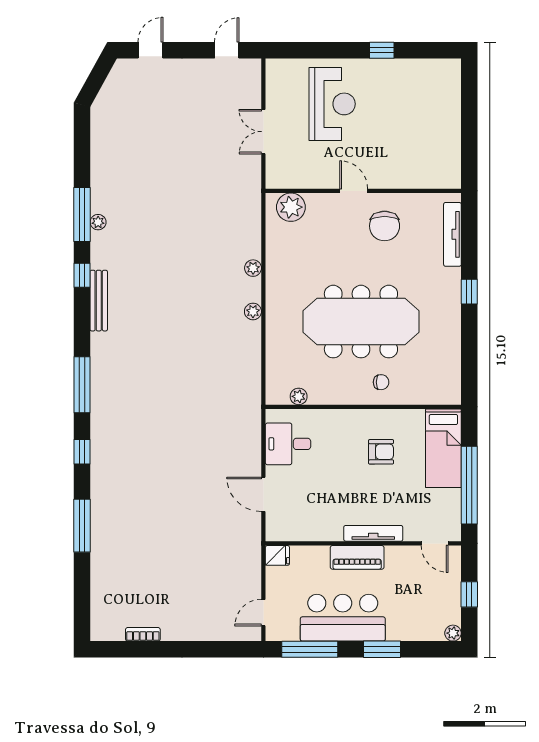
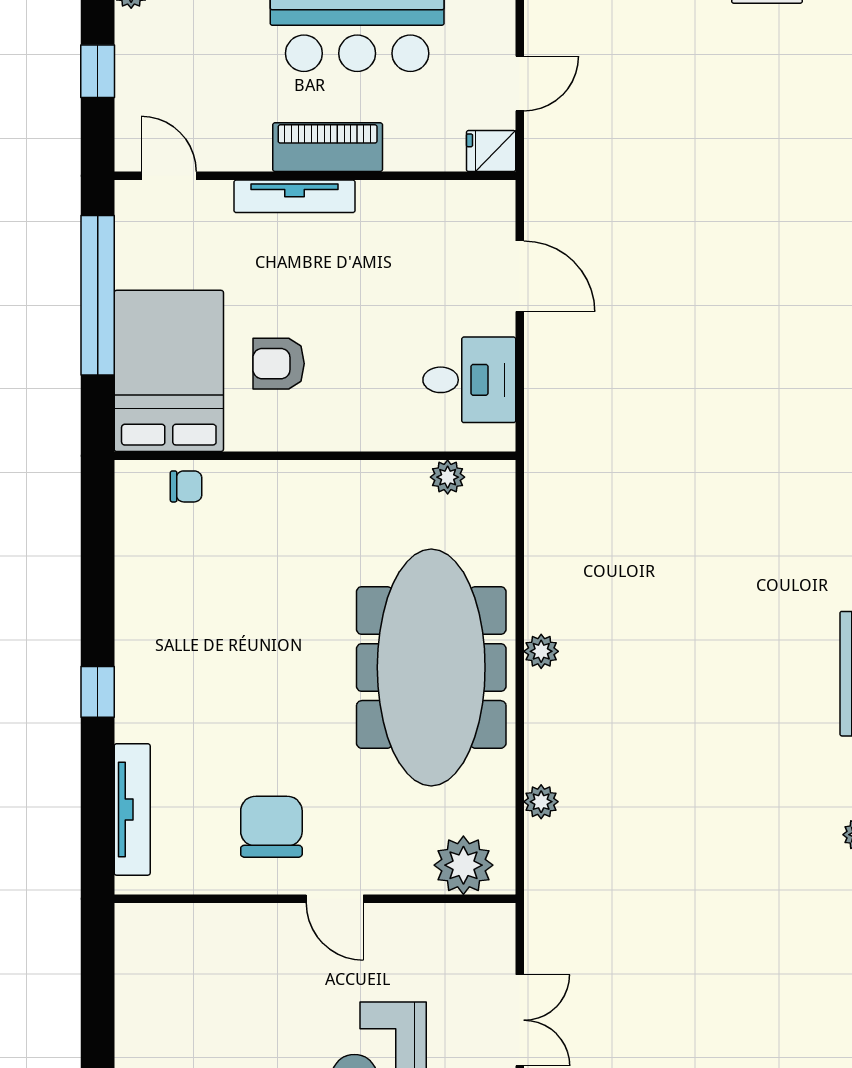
plant: (253, 268) -> (541, 802), moved
meeting table: (361, 322) -> (431, 667), moved, turned 90
chair: (381, 382) -> (186, 486), moved, turned 180
bed: (443, 448) -> (169, 371), width x1.50
door: (263, 613) -> (520, 84), moved

